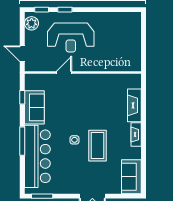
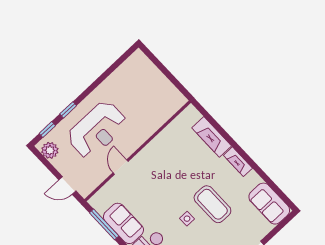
window: (22, 97) -> (104, 224), width x2.17

